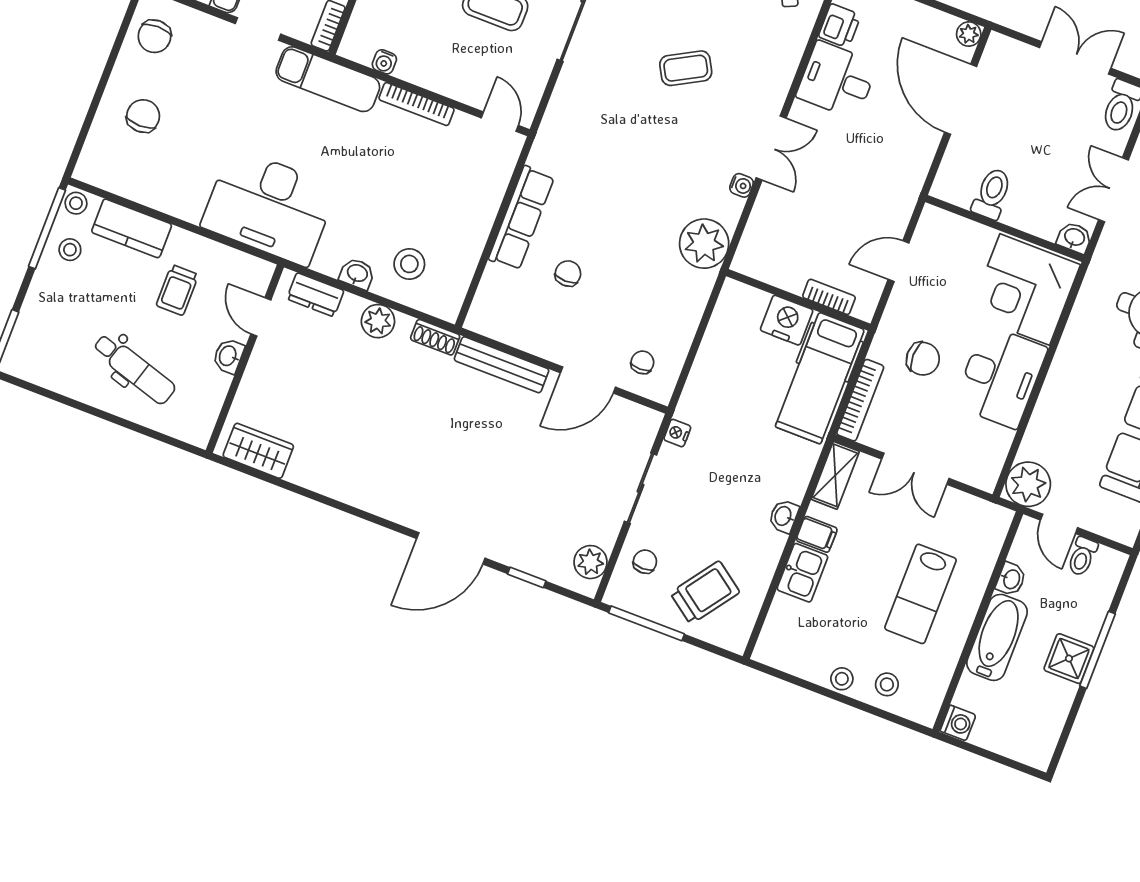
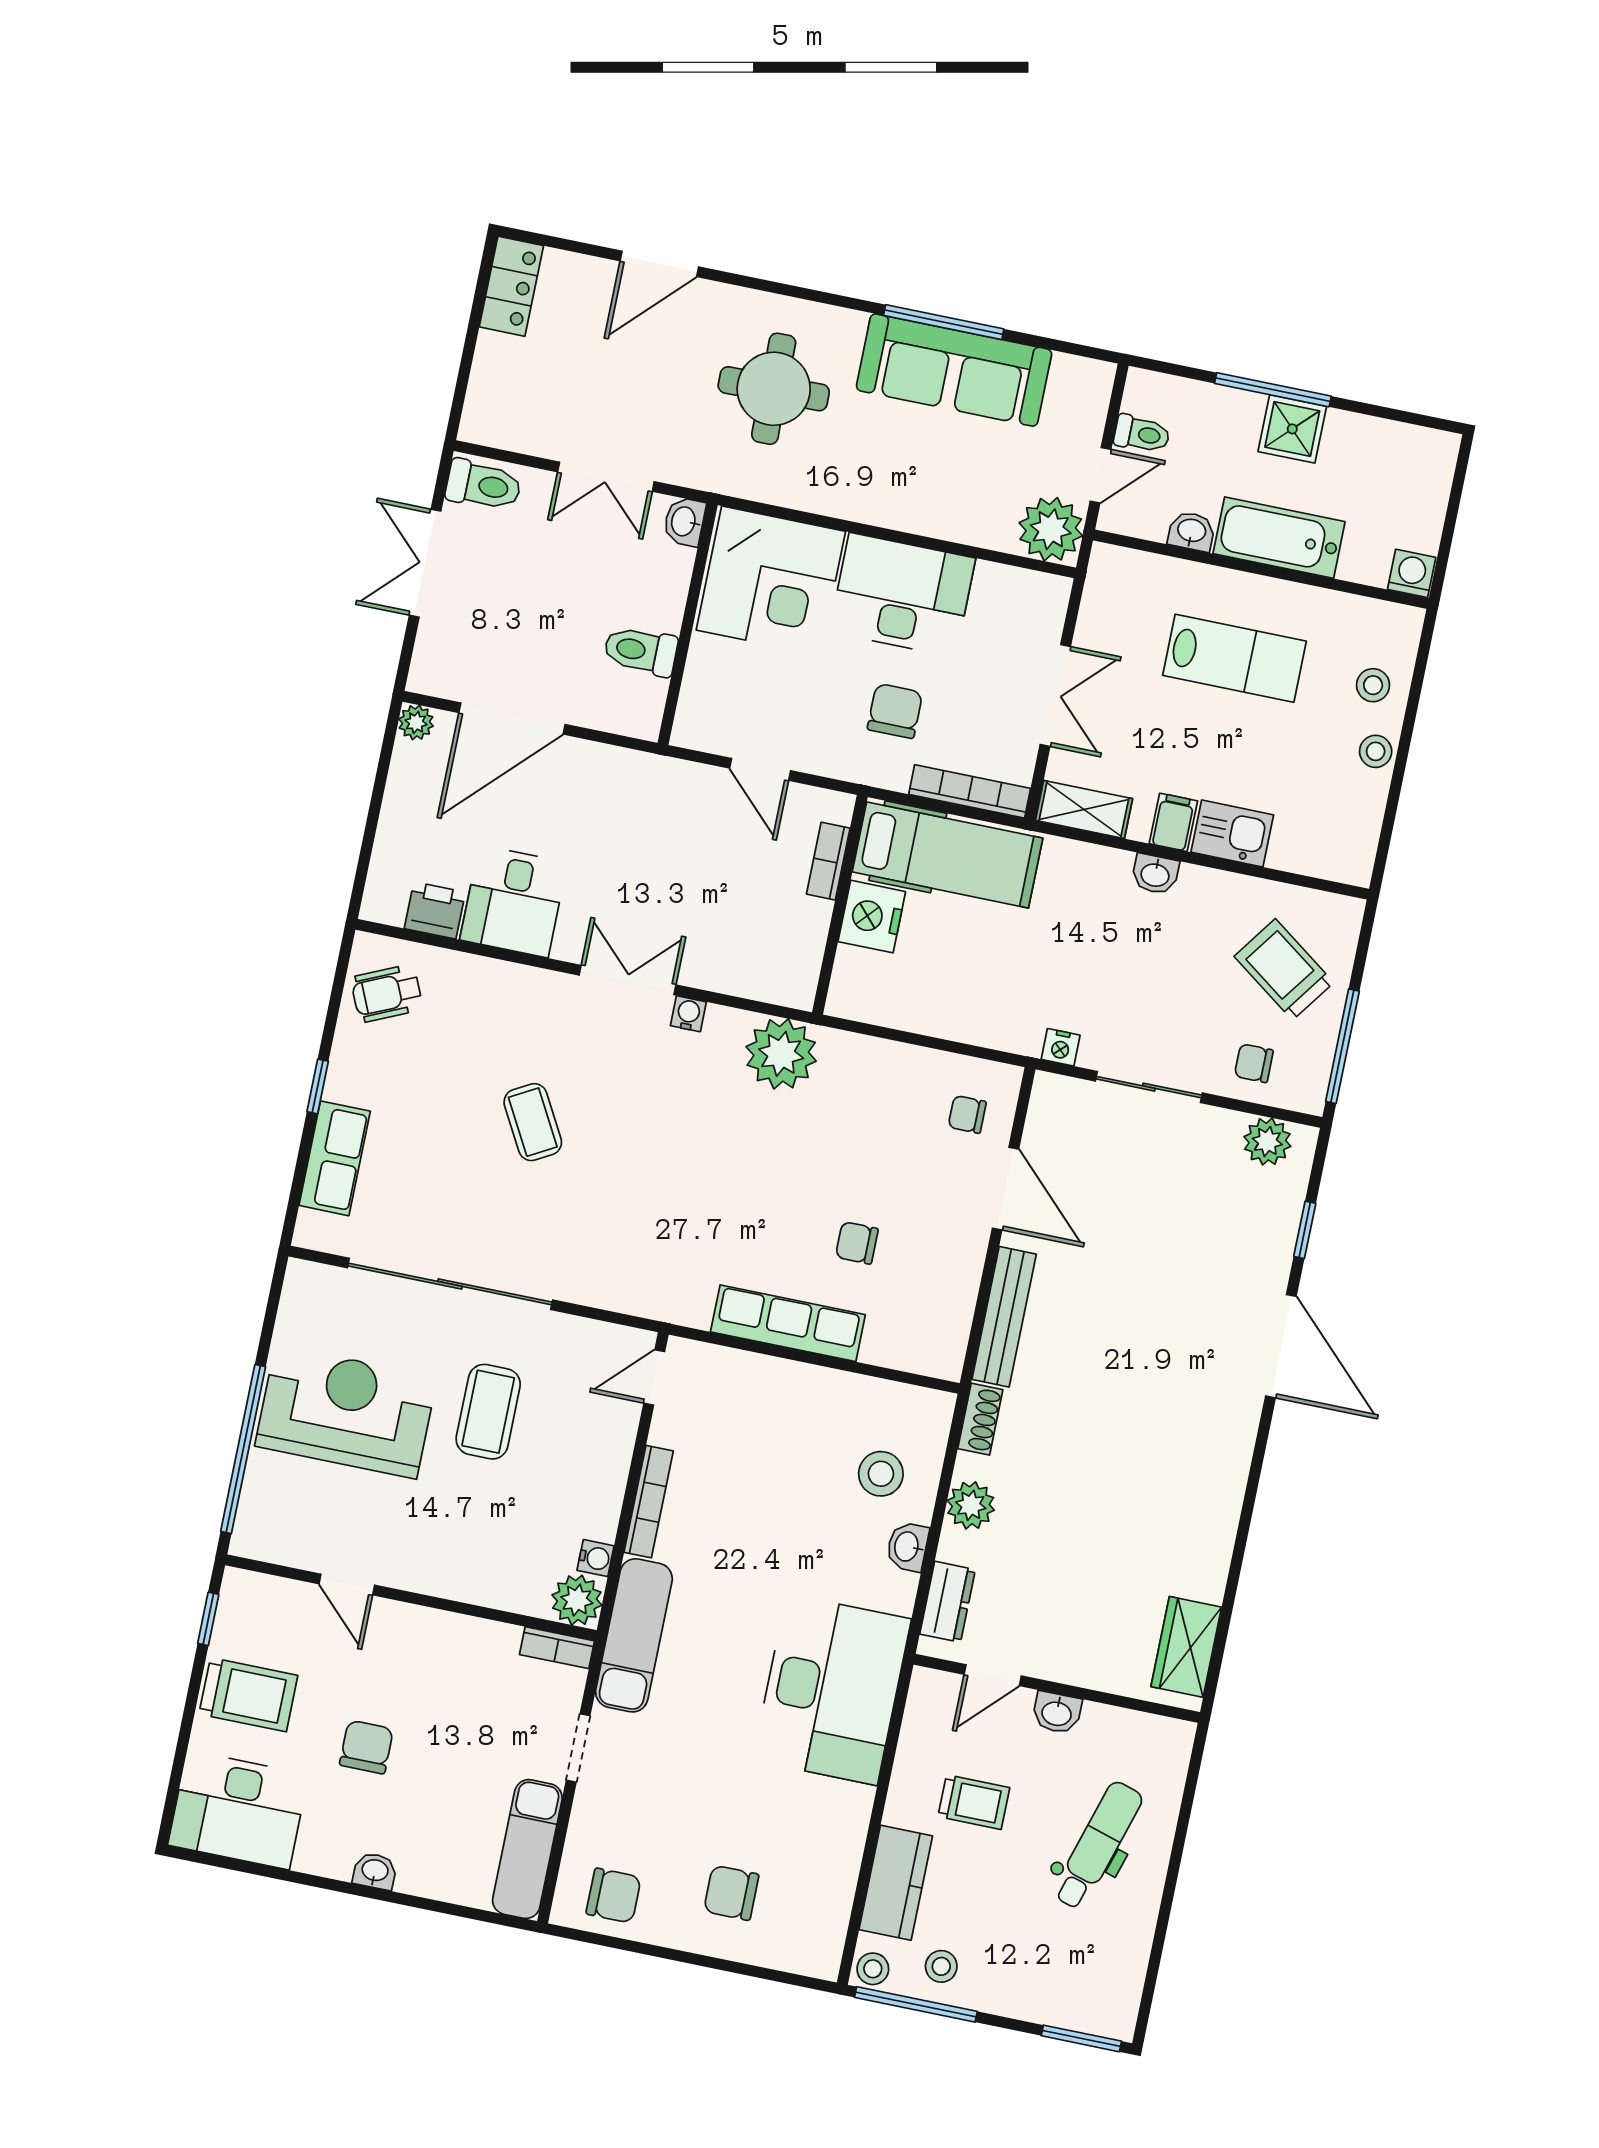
plant: (358, 45) -> (577, 1600), added

